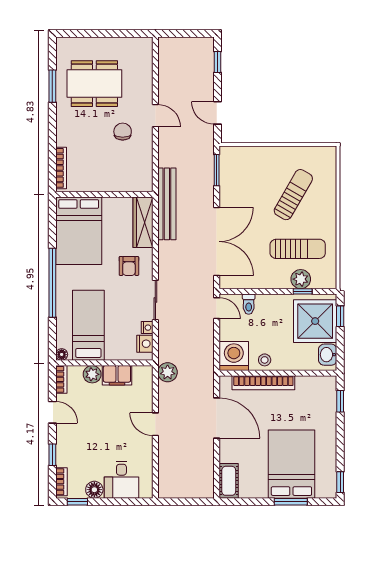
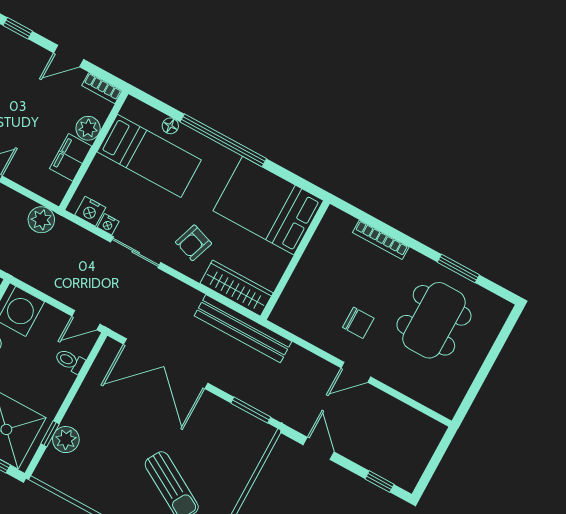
door: (218, 113) -> (319, 448), hinge flipped
bookcase: (61, 168) -> (381, 240), moved
sun lounger: (298, 249) -> (104, 456), removed
armchair: (129, 266) -> (193, 243), turned -71
floor lamp: (62, 354) -> (170, 126), moved

